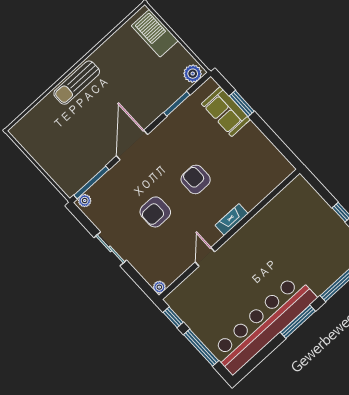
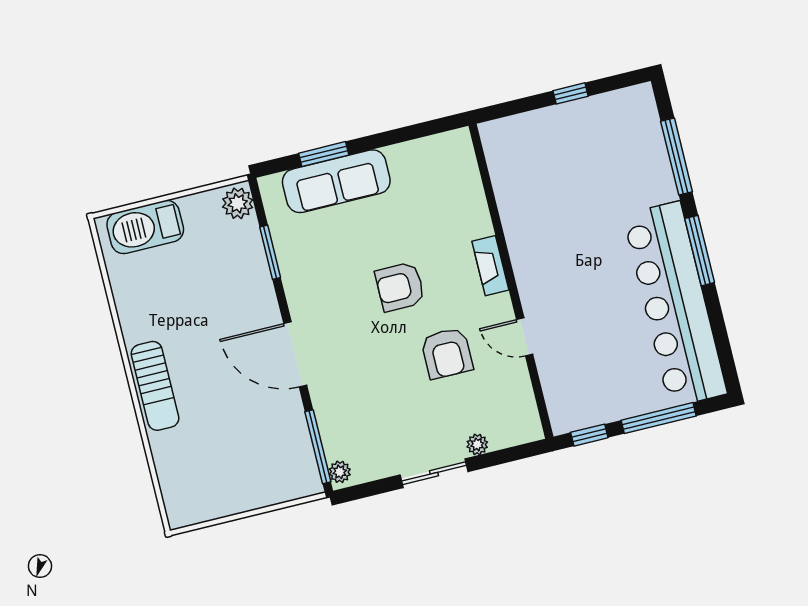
sofa: (226, 112) -> (336, 181), width x1.36
armchair: (155, 212) -> (447, 353), moved
plant: (159, 287) -> (477, 444), moved

